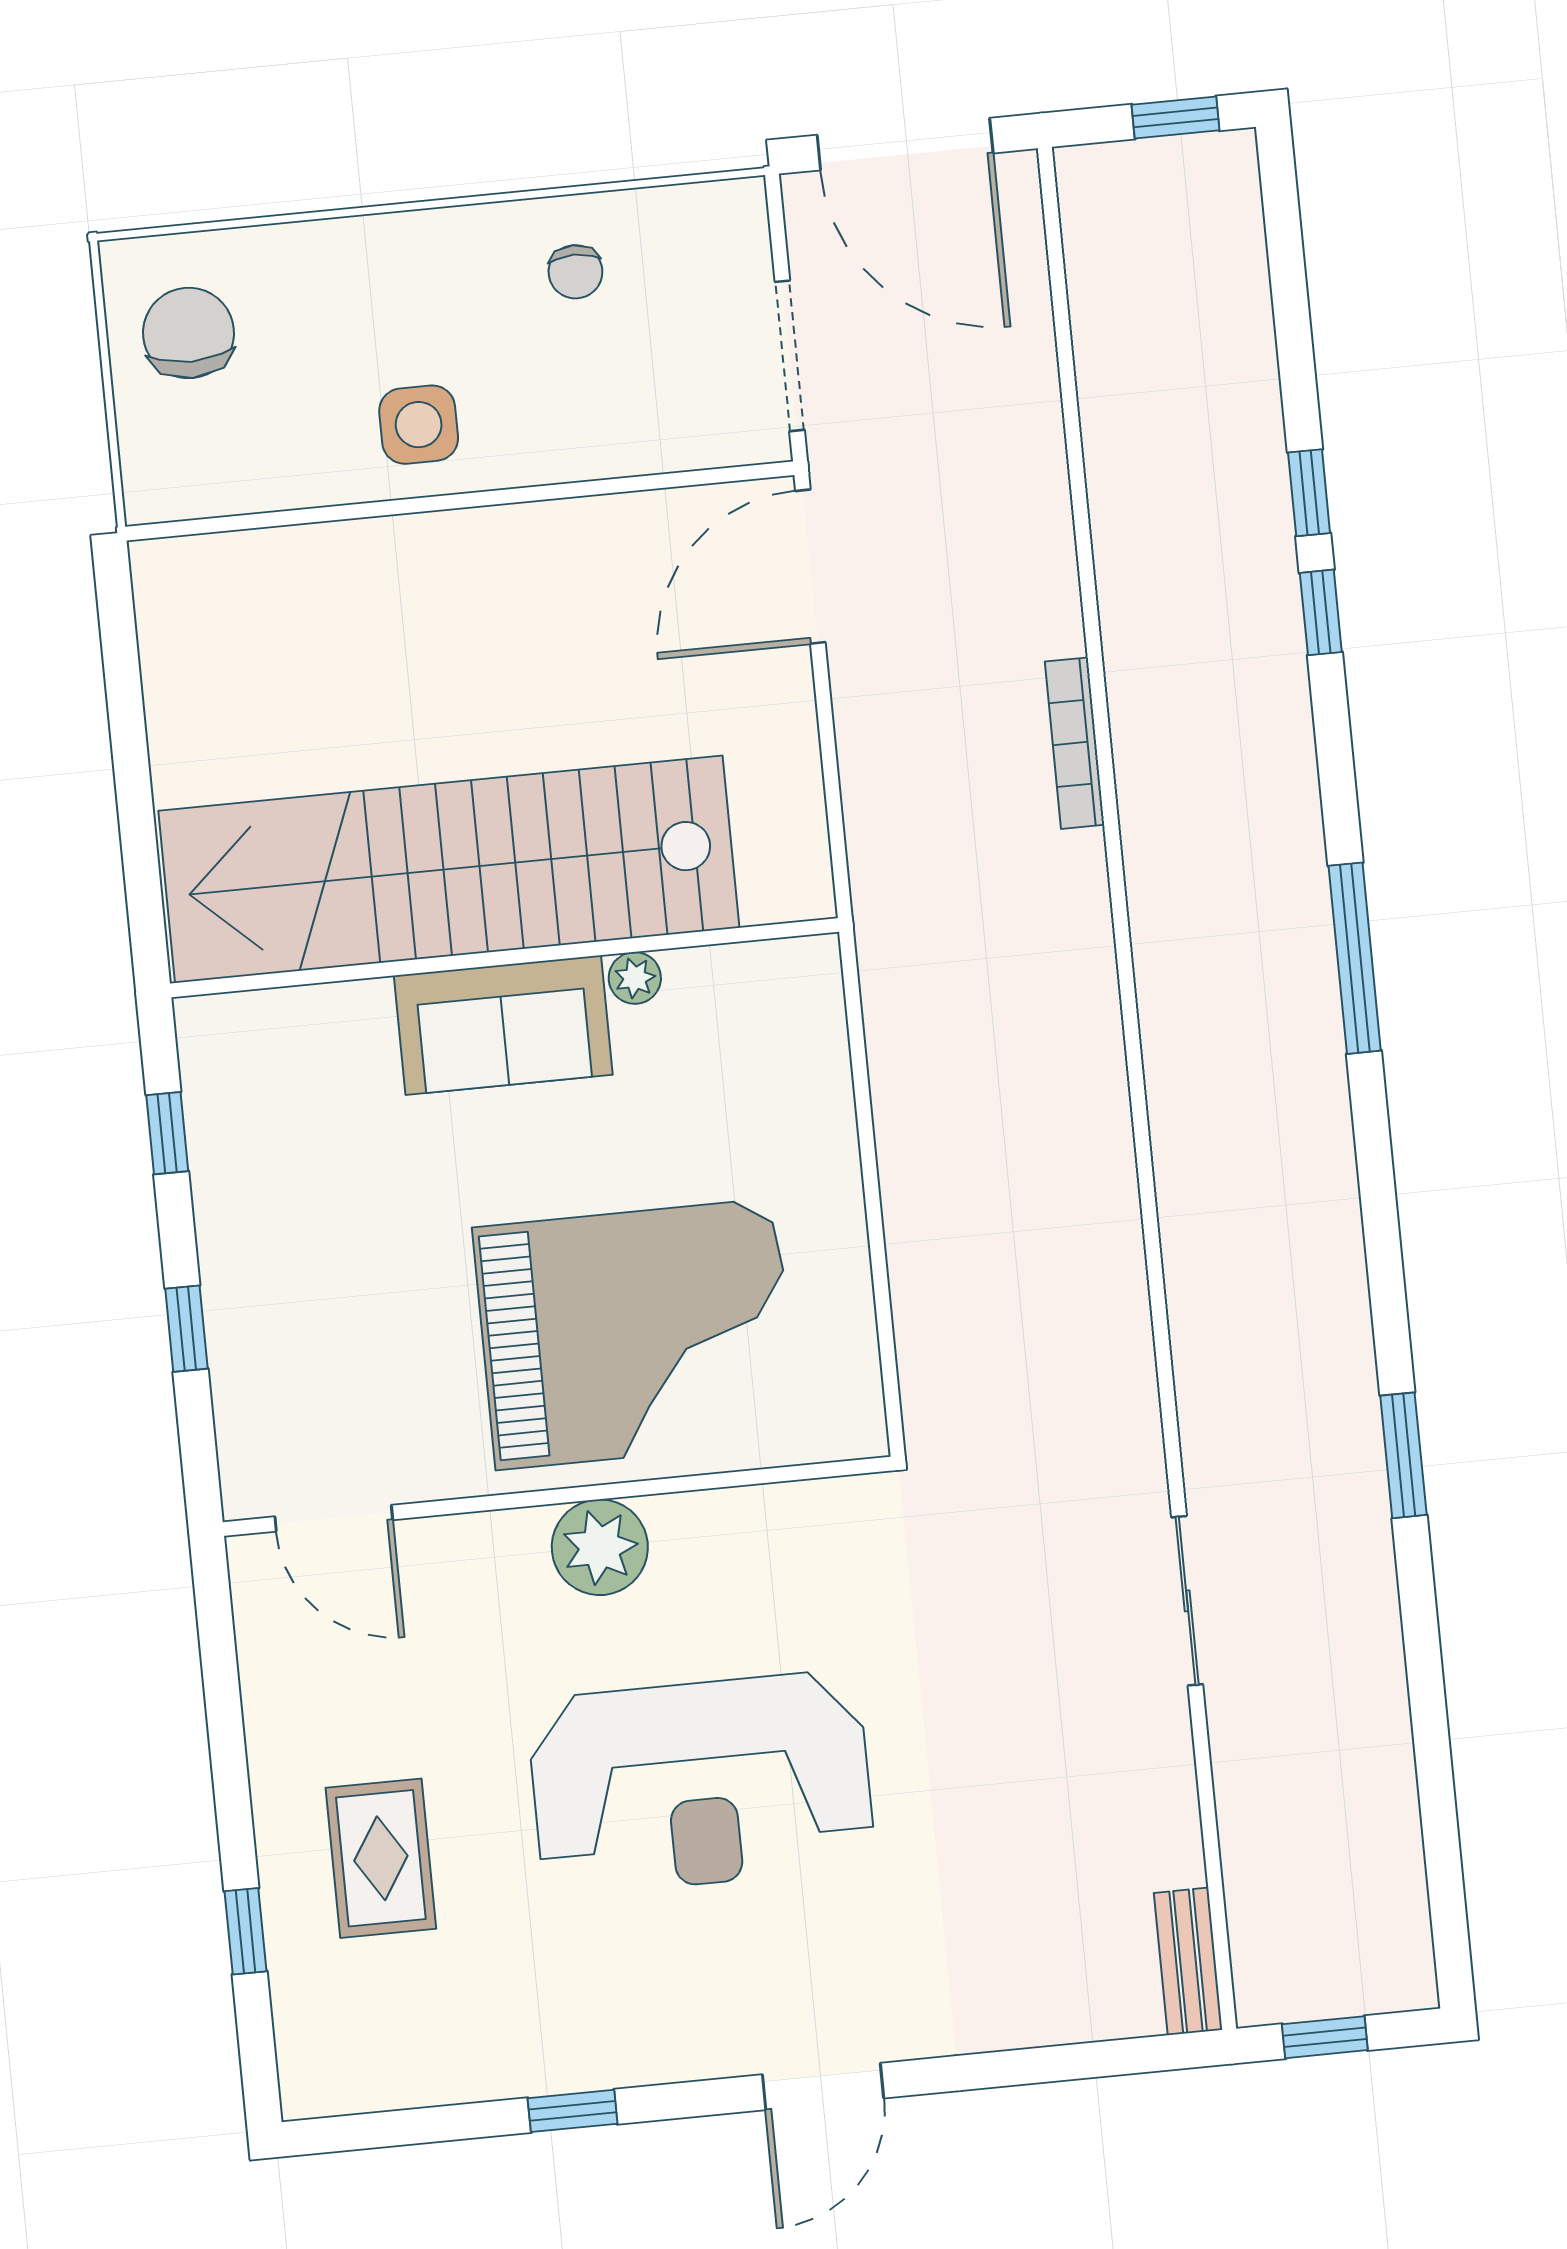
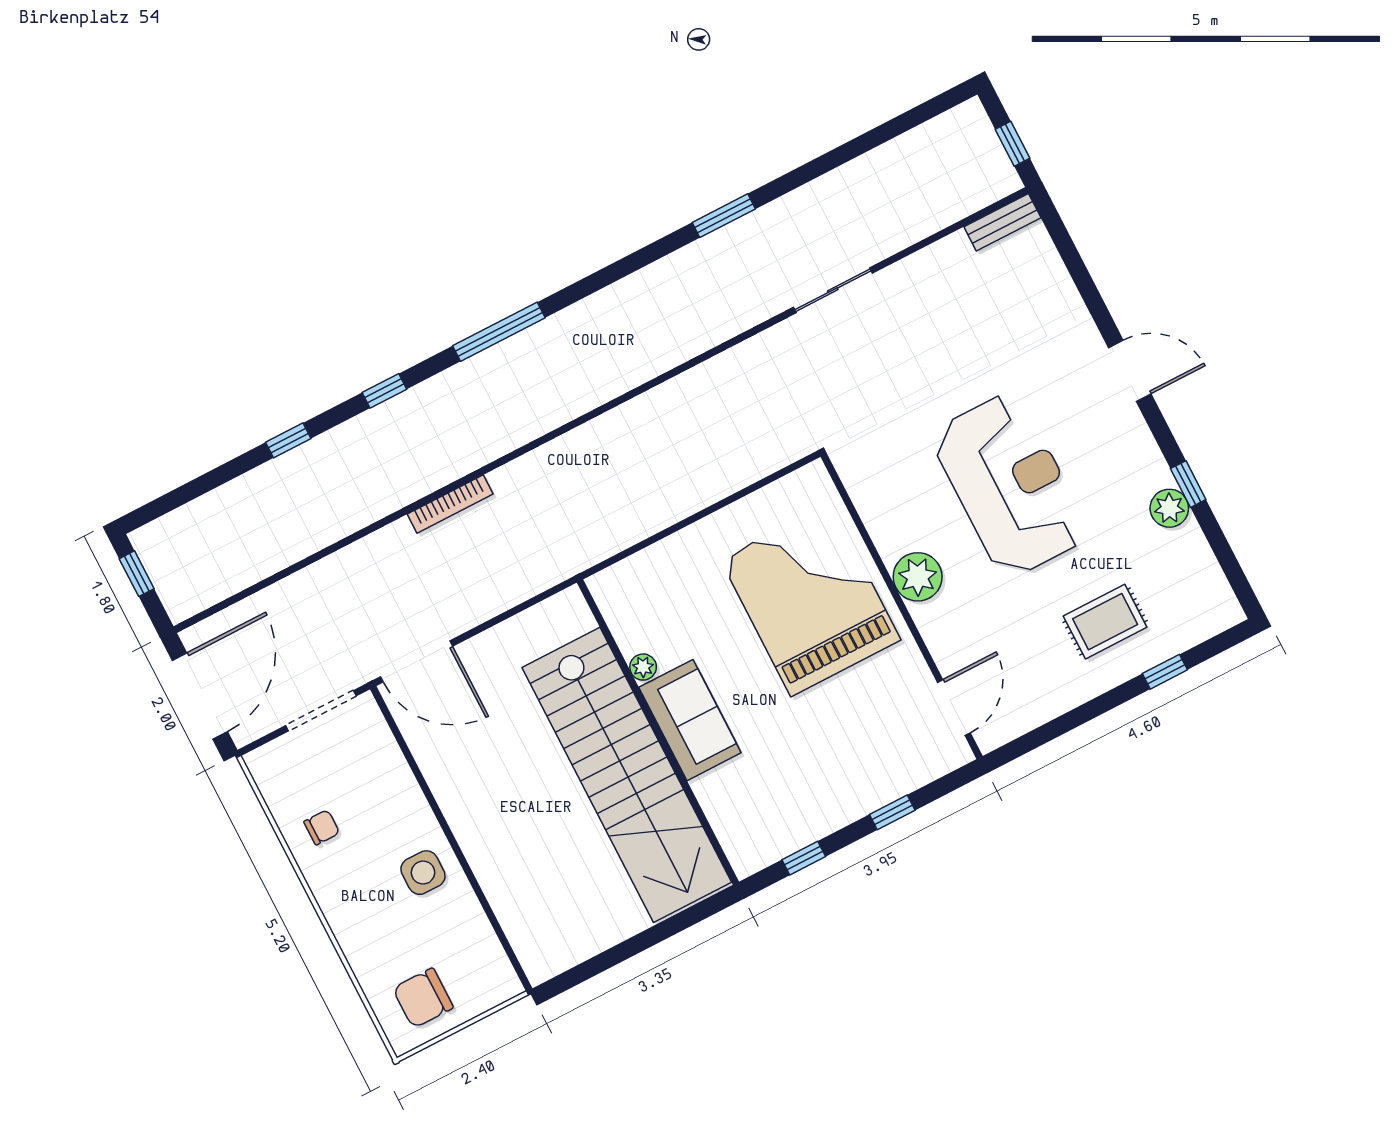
window: (1321, 612) -> (384, 391), moved
plant: (542, 2059) -> (1169, 508), added

